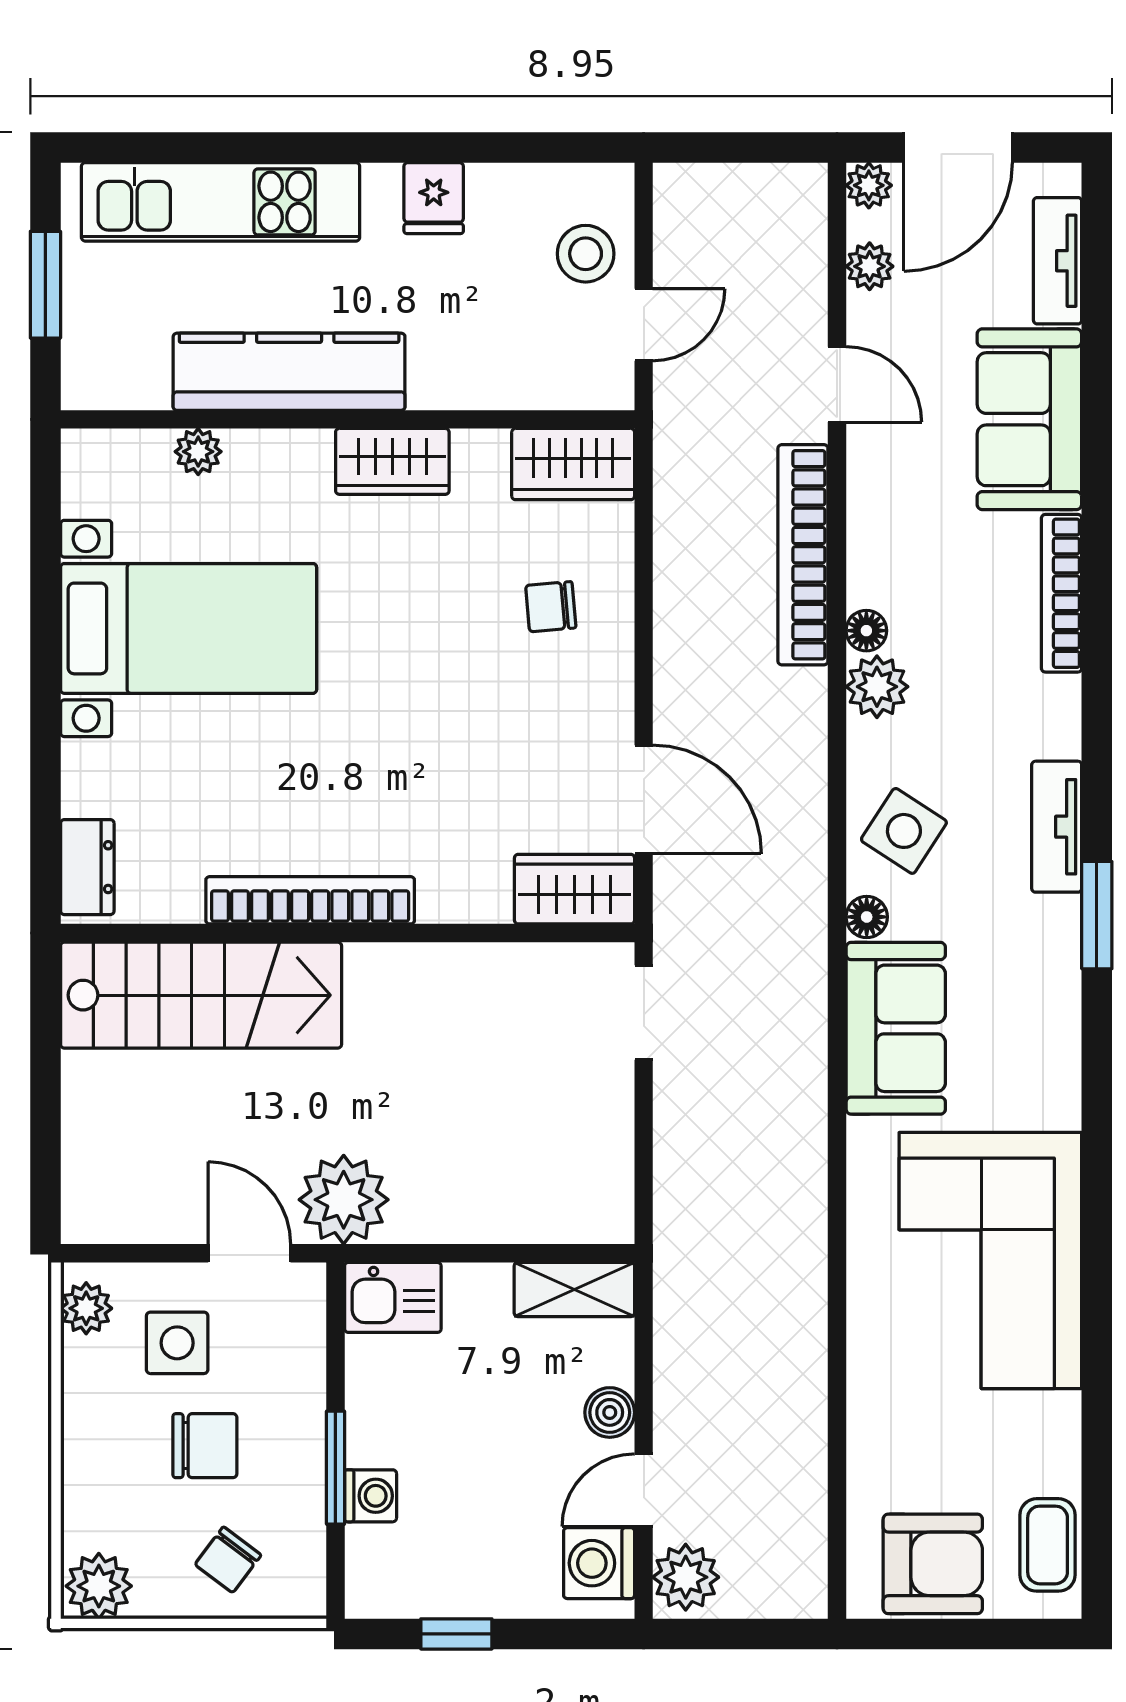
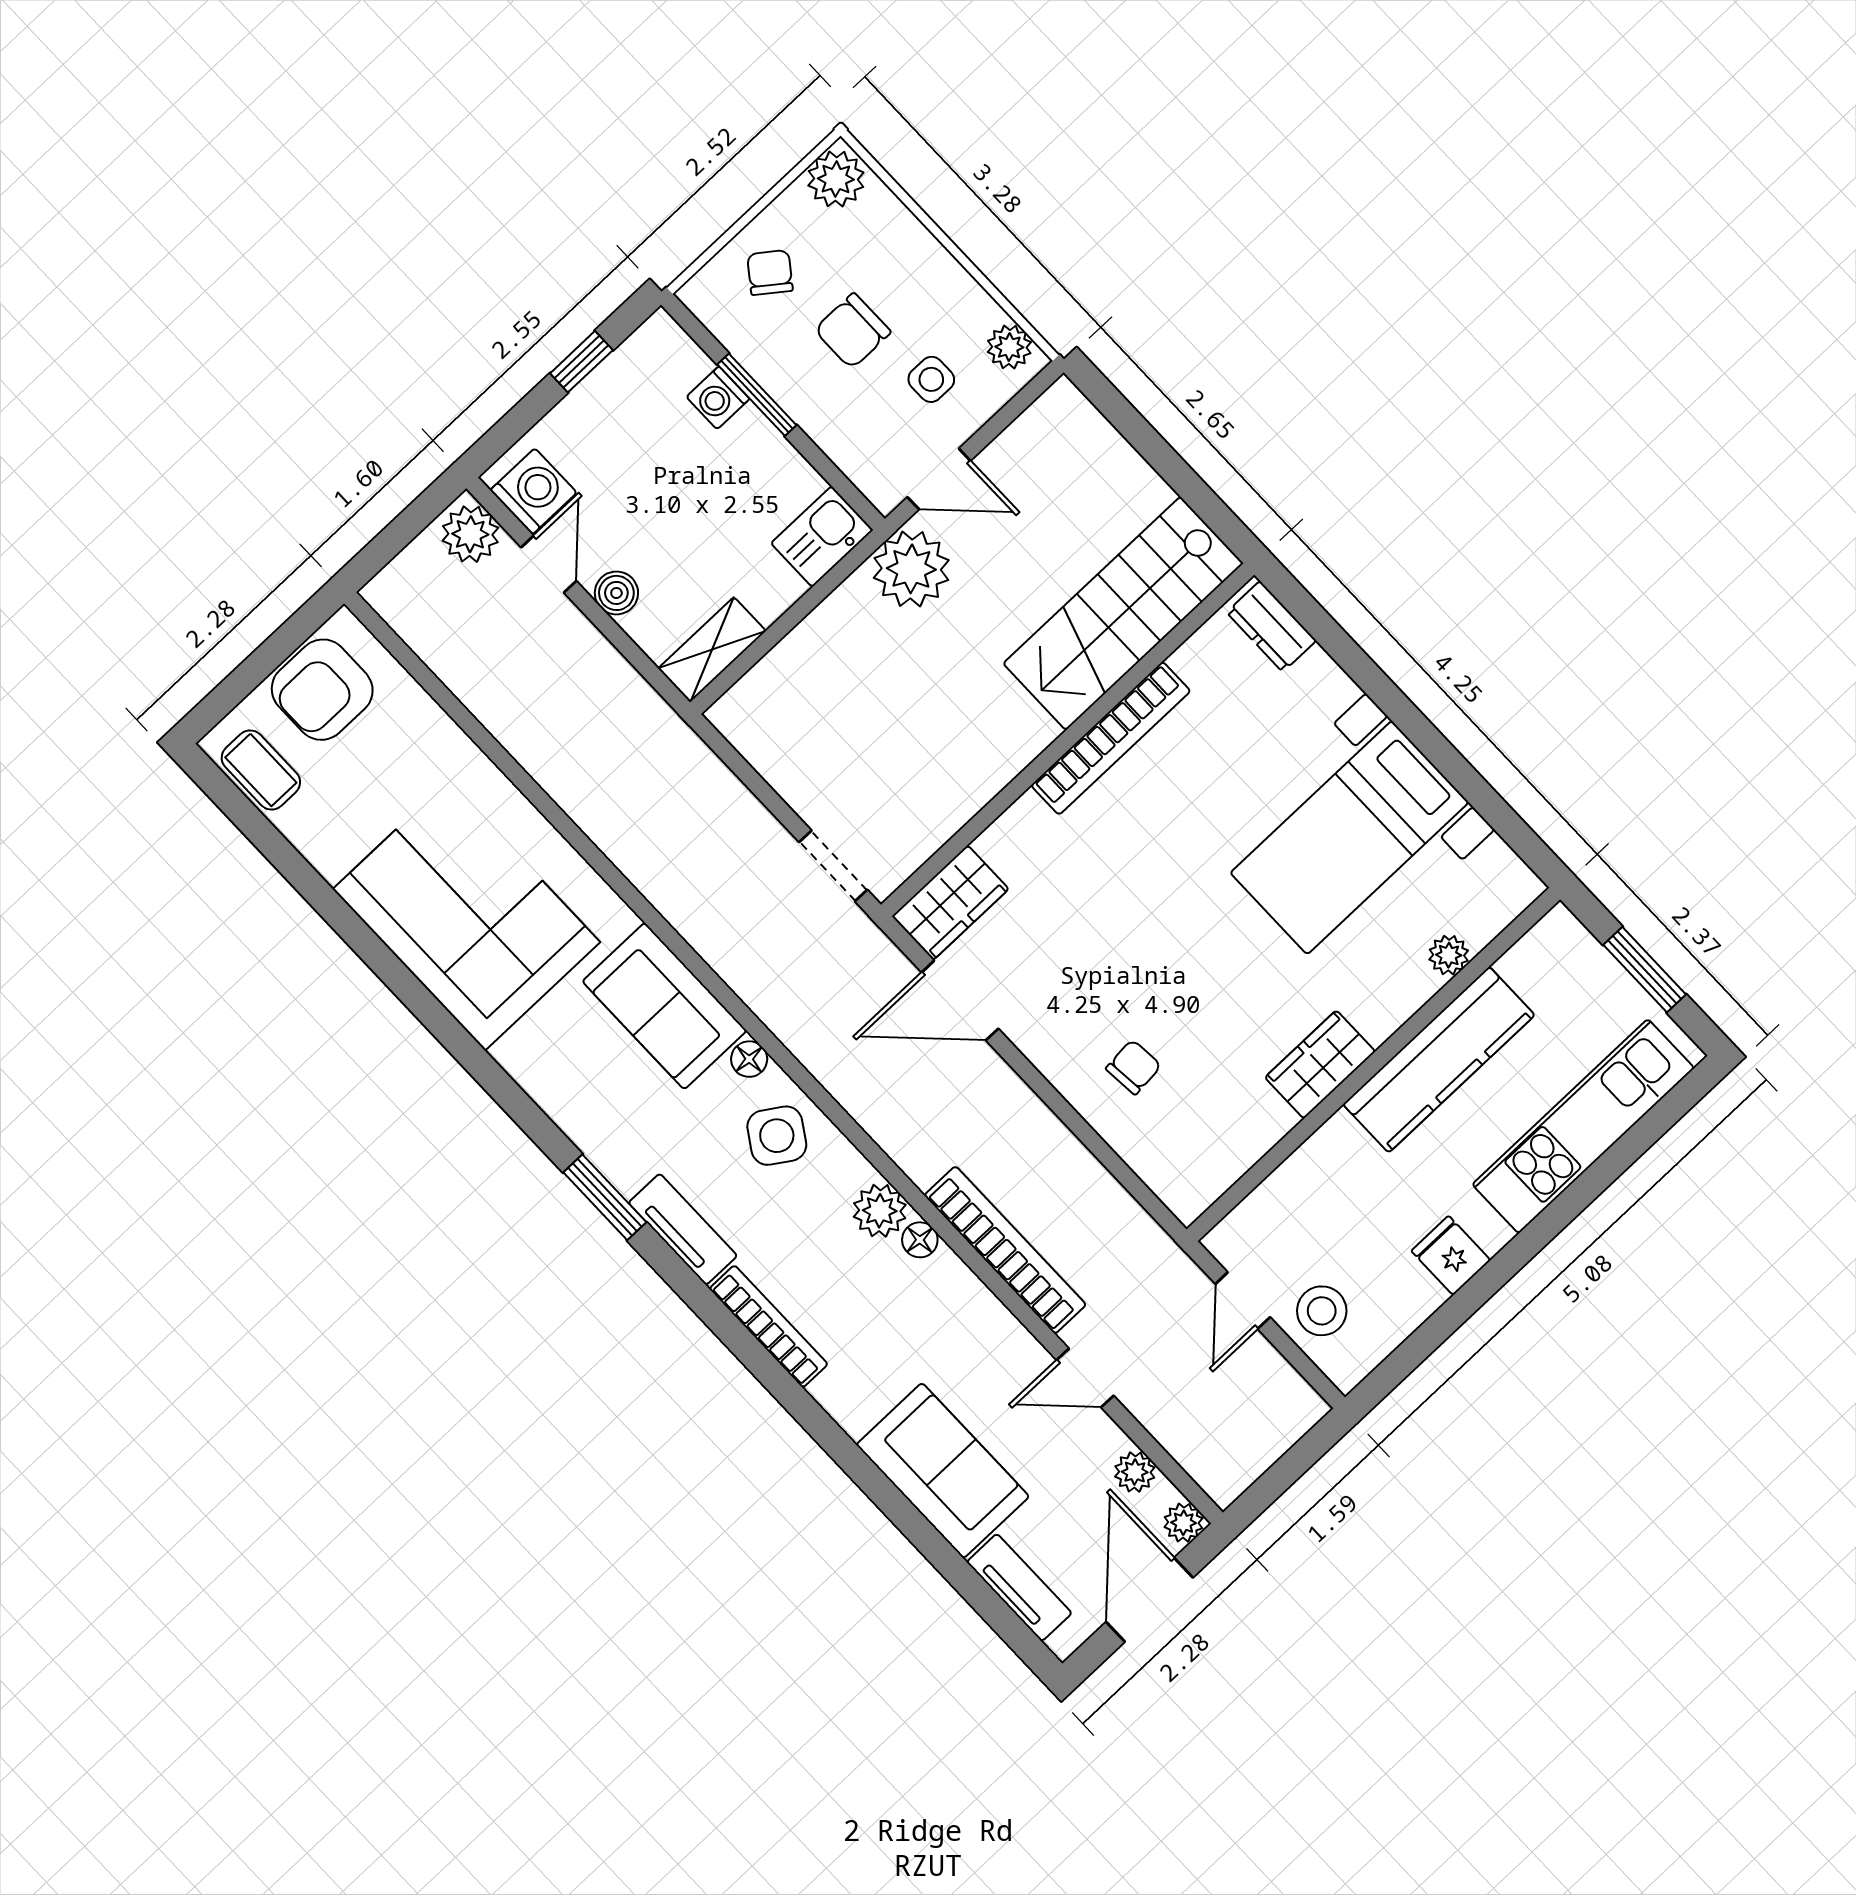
wardrobe: (573, 464) -> (1204, 1170), removed
bookcase: (1062, 593) -> (769, 1326), moved
side table: (177, 1343) -> (931, 379), width x0.73, depth x0.73

